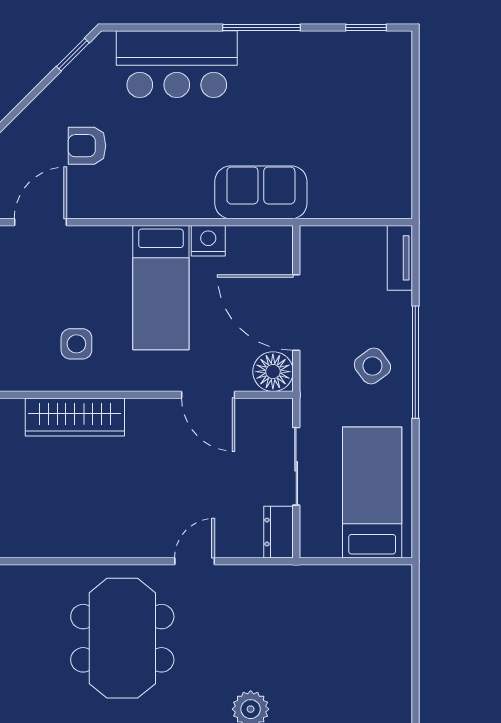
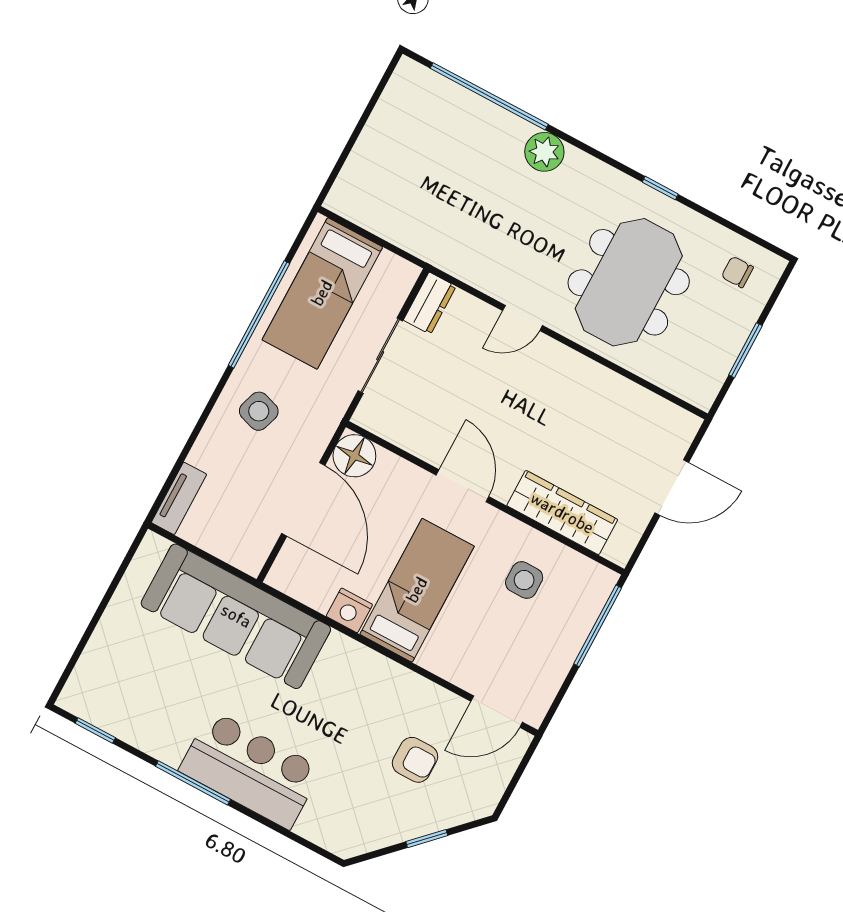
window: (73, 55) -> (427, 839), moved
bar counter: (177, 64) -> (250, 770), moved
sofa: (261, 192) -> (236, 616), width x1.85, depth x1.27
window: (415, 362) -> (259, 314), moved
side table: (372, 366) -> (259, 411), turned -36
door: (208, 395) -> (462, 486), moved
chair: (36, 695) -> (737, 272), added

